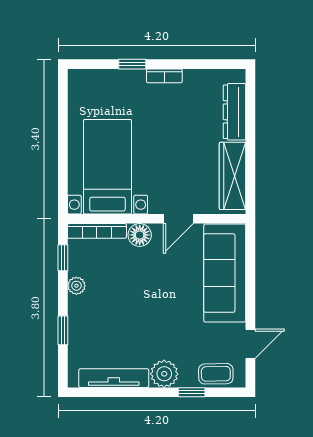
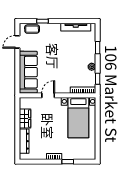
wardrobe: (233, 176) -> (25, 119), width x0.67
floor lamp: (140, 235) -> (65, 88), removed
plant: (164, 374) -> (54, 29), removed

